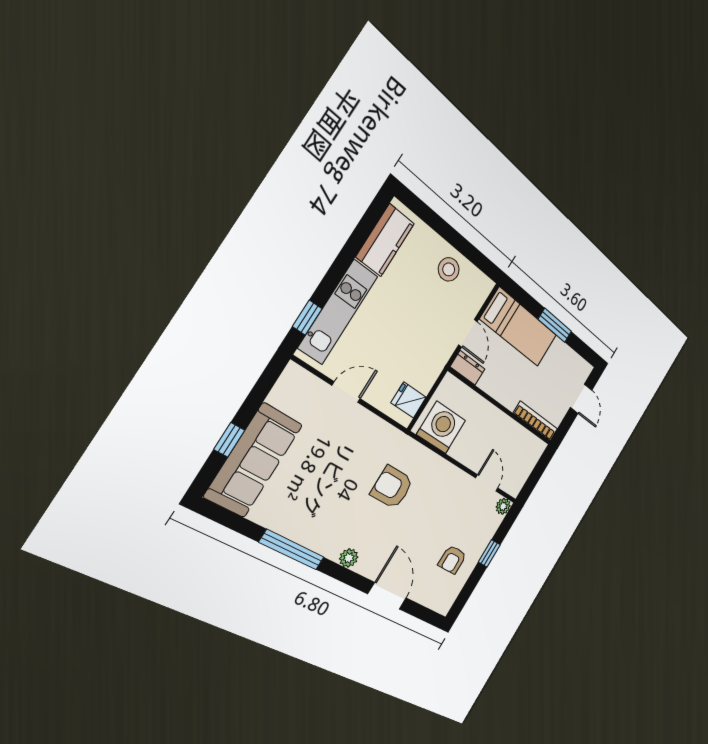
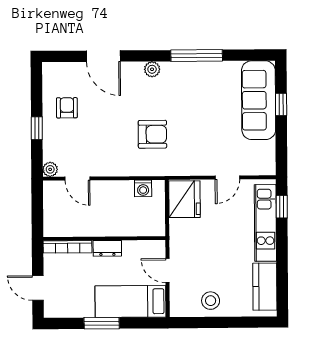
dresser: (468, 368) -> (107, 248), moved
fridge: (409, 400) -> (184, 199), width x1.88, depth x1.34
washing machine: (441, 427) -> (143, 188), width x0.53, depth x0.53

